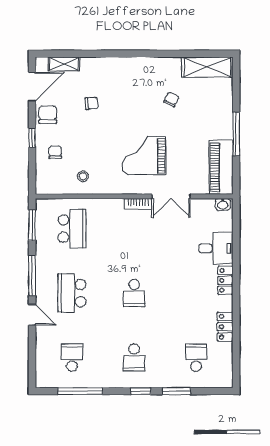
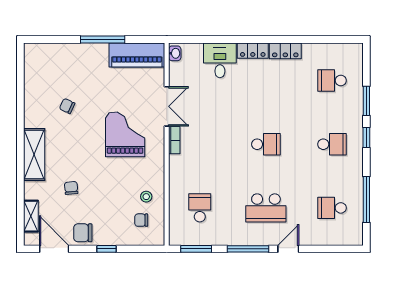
shelving: (207, 67) -> (34, 154), moved
chair: (55, 152) -> (141, 220), moved
grand piano: (144, 156) -> (125, 134), turned 180
school desk: (72, 229) -> (200, 208), width x0.54
locker: (225, 327) -> (285, 51), moved

